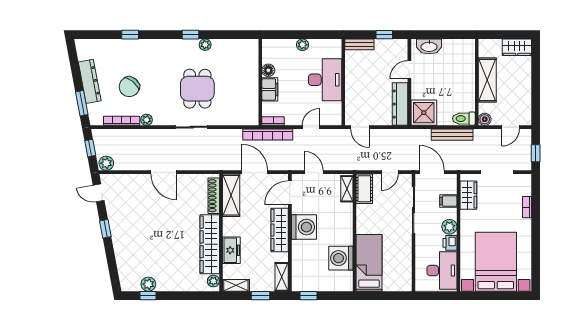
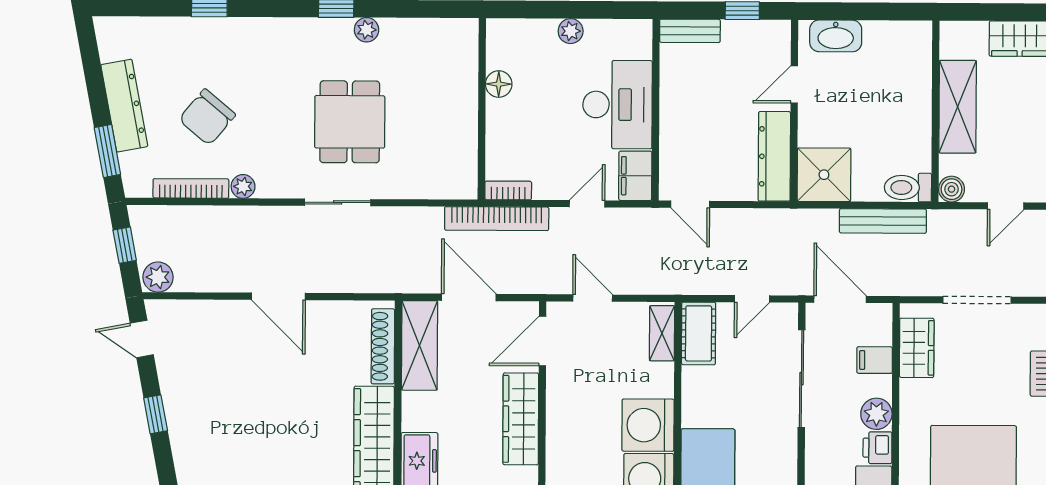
filing cabinet: (270, 89) -> (635, 176), moved, turned 180
washing machine: (304, 227) -> (648, 425), moved, turned 180

